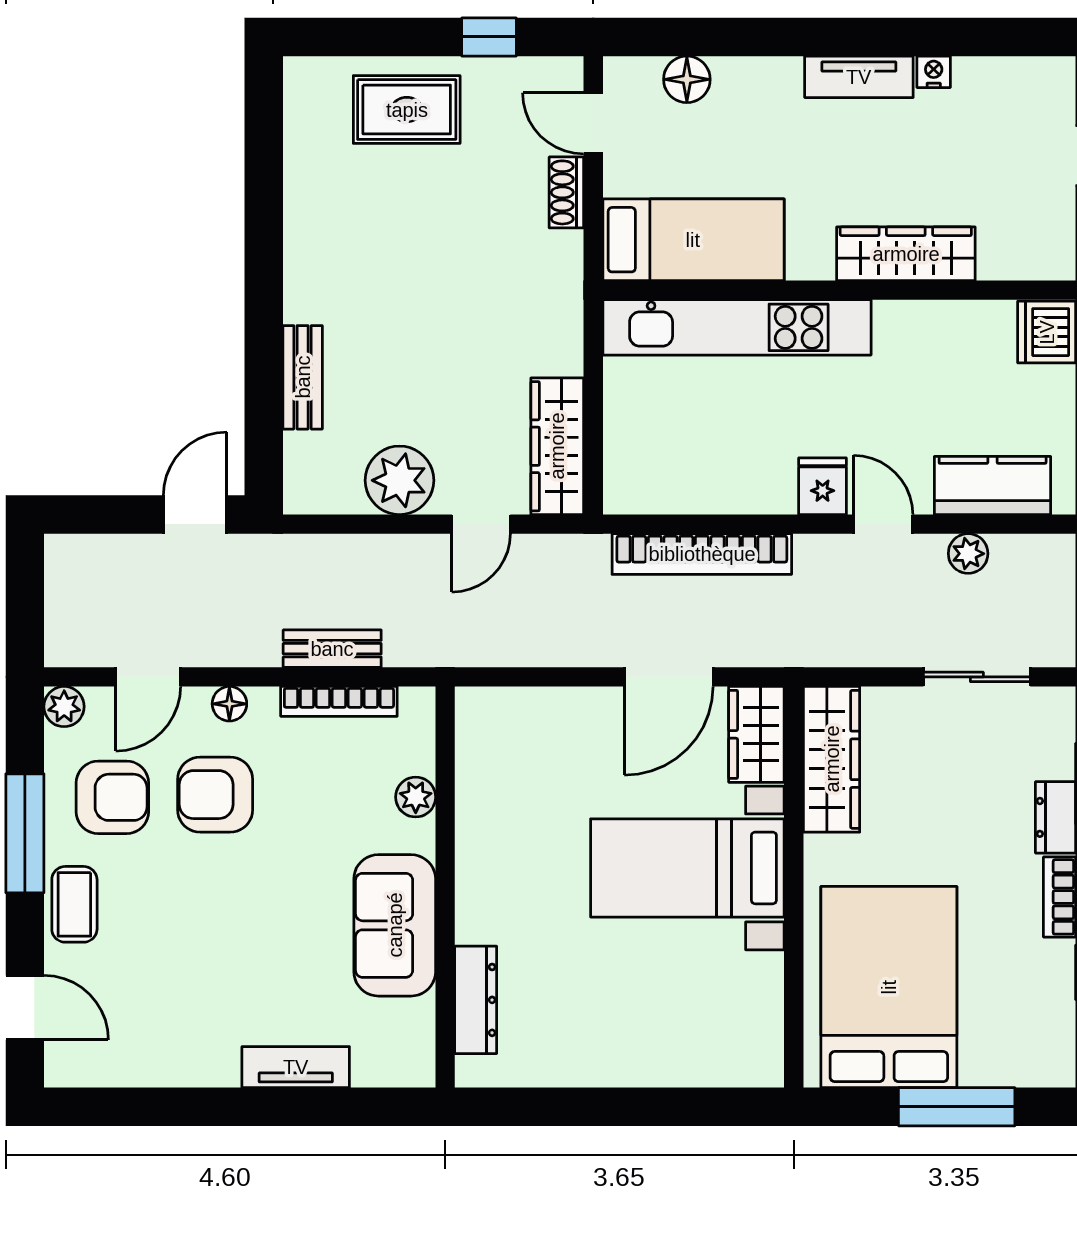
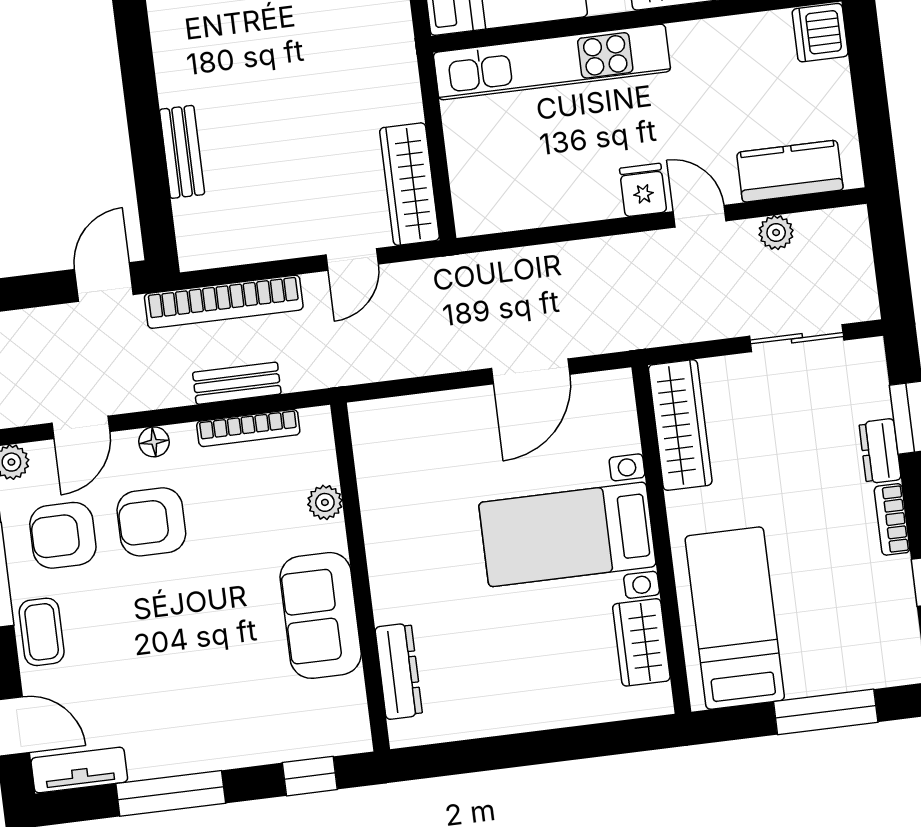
plant: (399, 480) -> (277, 230), removed
bookcase: (702, 554) -> (224, 302), moved
wardrobe: (756, 734) -> (641, 642), moved
armchair: (112, 797) -> (63, 535), turned 180
bed: (889, 987) -> (735, 618), width x0.67
tv unit: (296, 1067) -> (79, 770), moved
window: (199, 1107) -> (171, 793), added
window: (360, 1107) -> (310, 776), added

